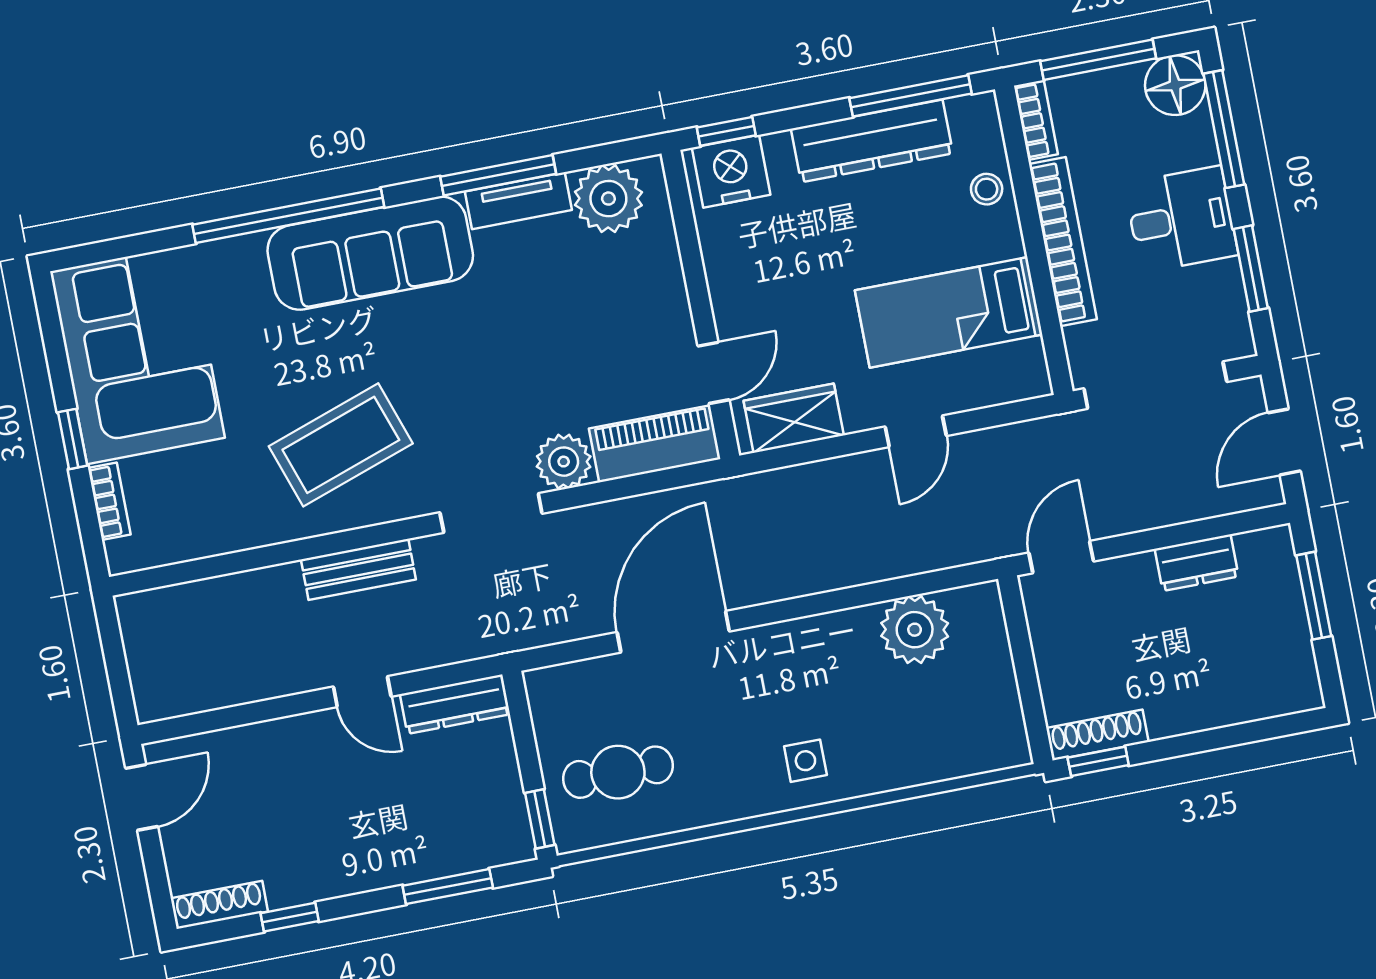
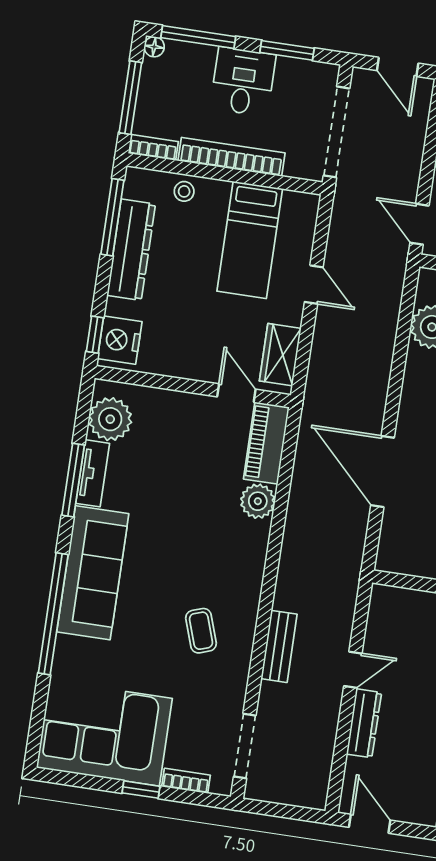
floor lamp: (1175, 85) -> (154, 47), width x0.53, depth x0.53
coffee table: (341, 445) -> (201, 631), width x0.54, depth x0.58
doorway: (491, 513) -> (245, 746), moved
dresser: (455, 704) -> (364, 723), moved

